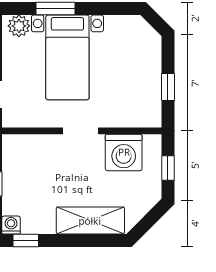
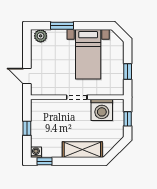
bed with nightstands: (67, 57) -> (88, 54), moved

